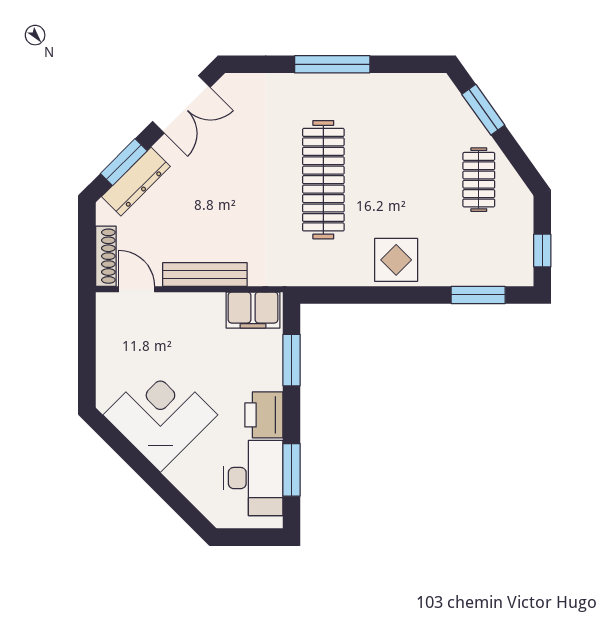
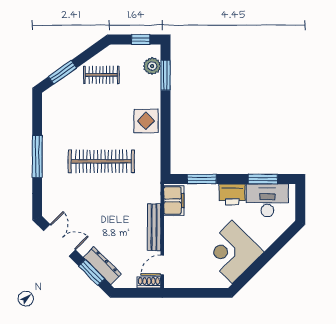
shoe rack: (106, 256) -> (149, 282), width x0.70
plant: (495, 271) -> (152, 66), added

